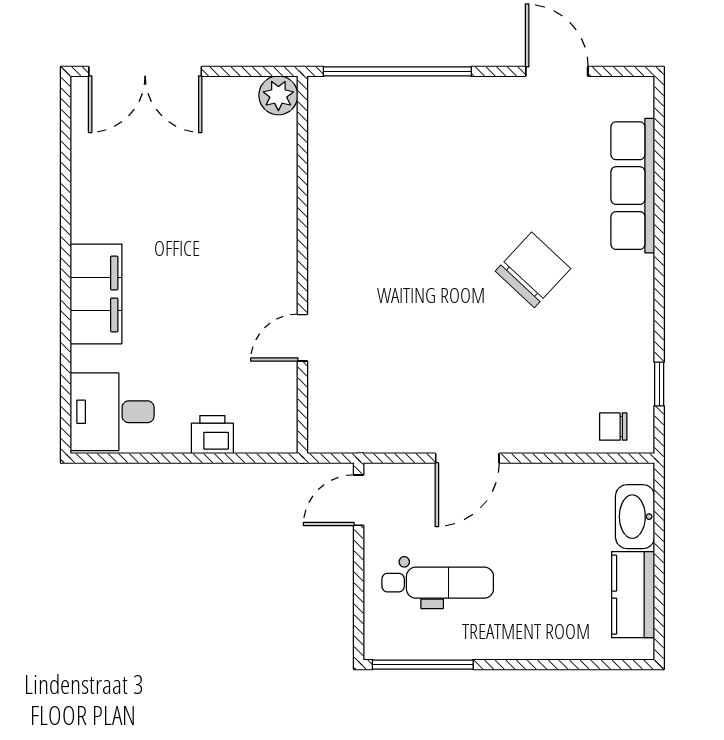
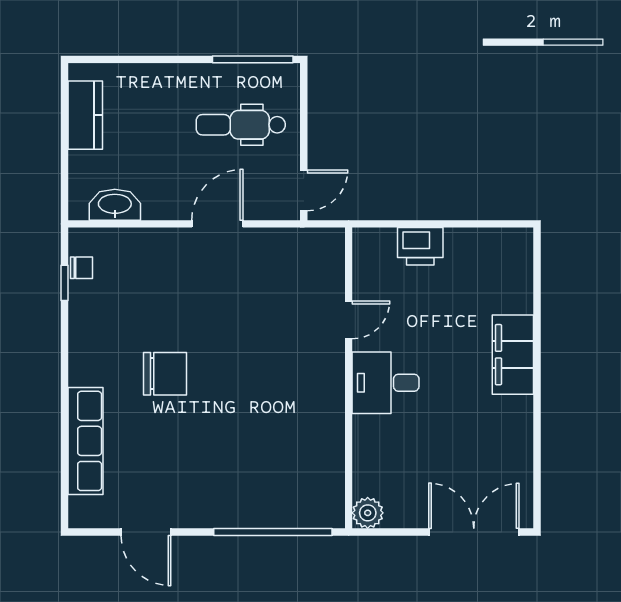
chair: (533, 270) -> (165, 374), turned -133
desk: (112, 412) -> (386, 383), moved, turned 180
chair: (613, 427) -> (82, 268), moved
printer: (212, 435) -> (420, 246), width x1.36, depth x1.24
washbasin: (635, 517) -> (115, 205), moved, turned -90

